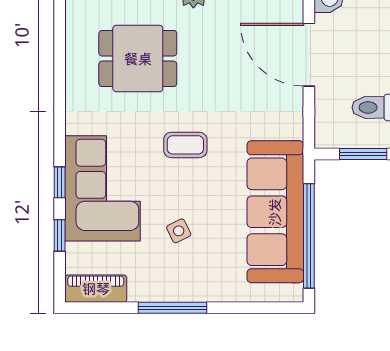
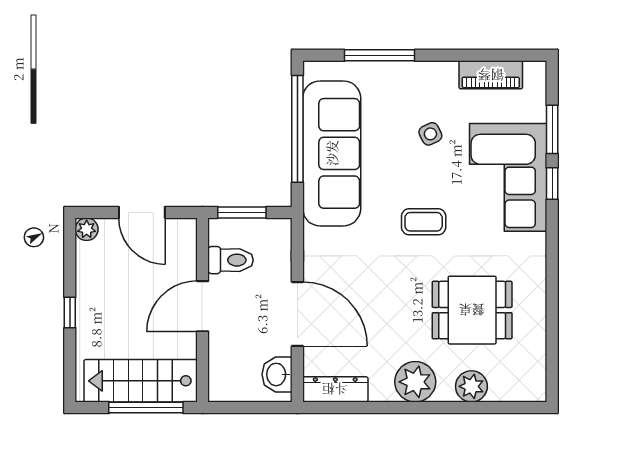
window: (60, 235) -> (552, 129), width x1.50
piano: (96, 289) -> (491, 75), moved
window: (172, 308) -> (379, 55), moved

